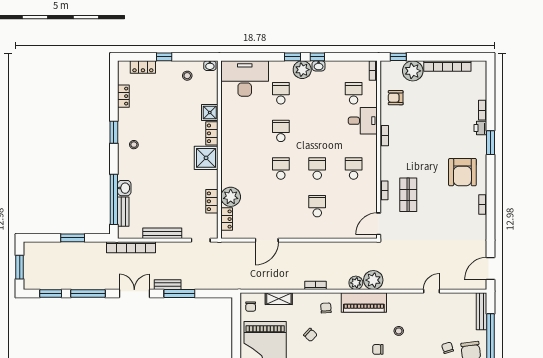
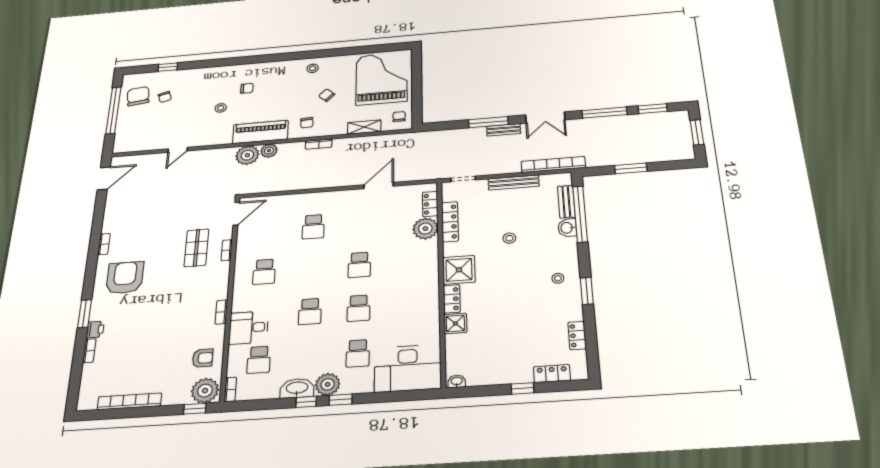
washbasin: (319, 66) -> (297, 388), width x1.91, depth x1.45
plant: (413, 71) -> (205, 391), moved
stool: (187, 76) -> (509, 238), moved
school desk: (317, 169) -> (310, 312), moved
locker: (212, 201) -> (450, 222), width x1.53
bench: (482, 311) -> (120, 135), removed

